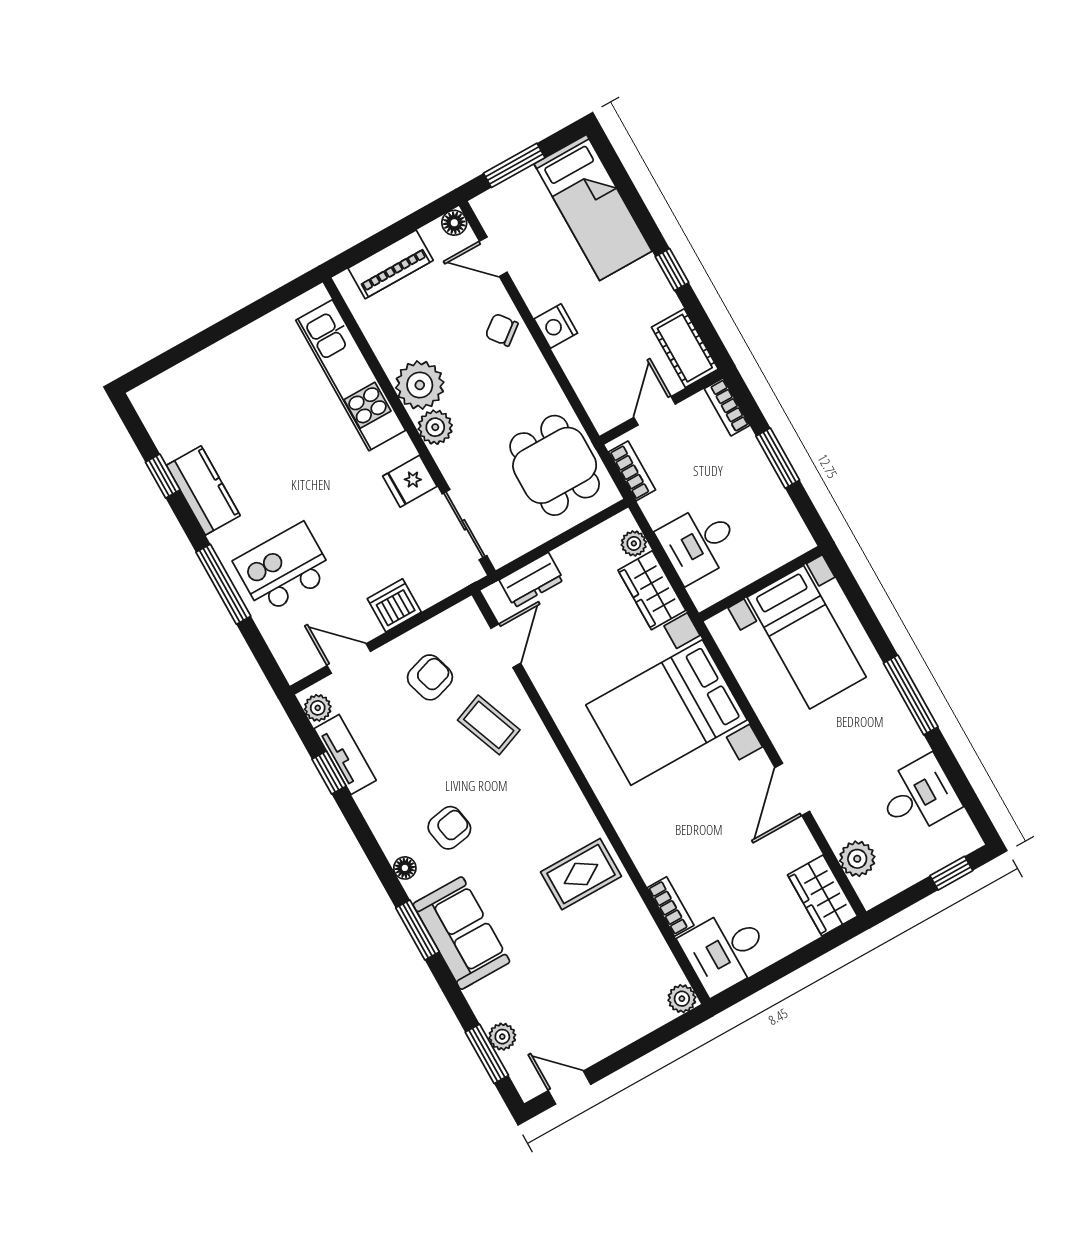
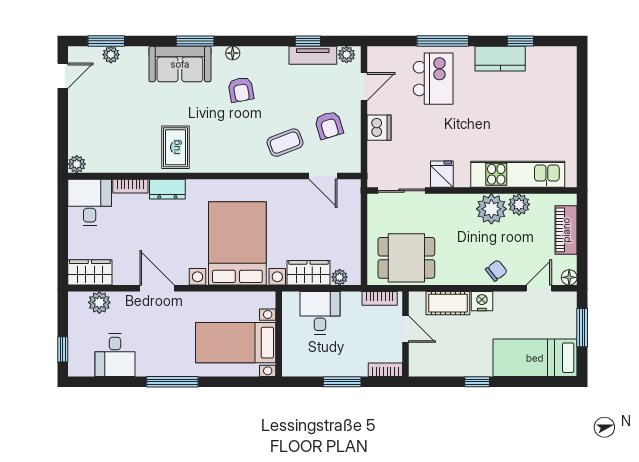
cot: (685, 348) -> (448, 303), moved
plant: (435, 427) -> (519, 204), moved
dresser: (531, 580) -> (167, 189), moved, turned -90

